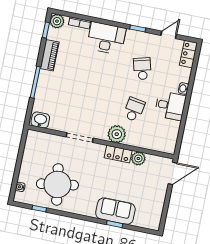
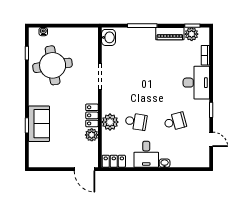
plant: (57, 21) -> (192, 34), moved
locker: (188, 54) -> (114, 161), moved
plant: (117, 134) -> (110, 122), moved

